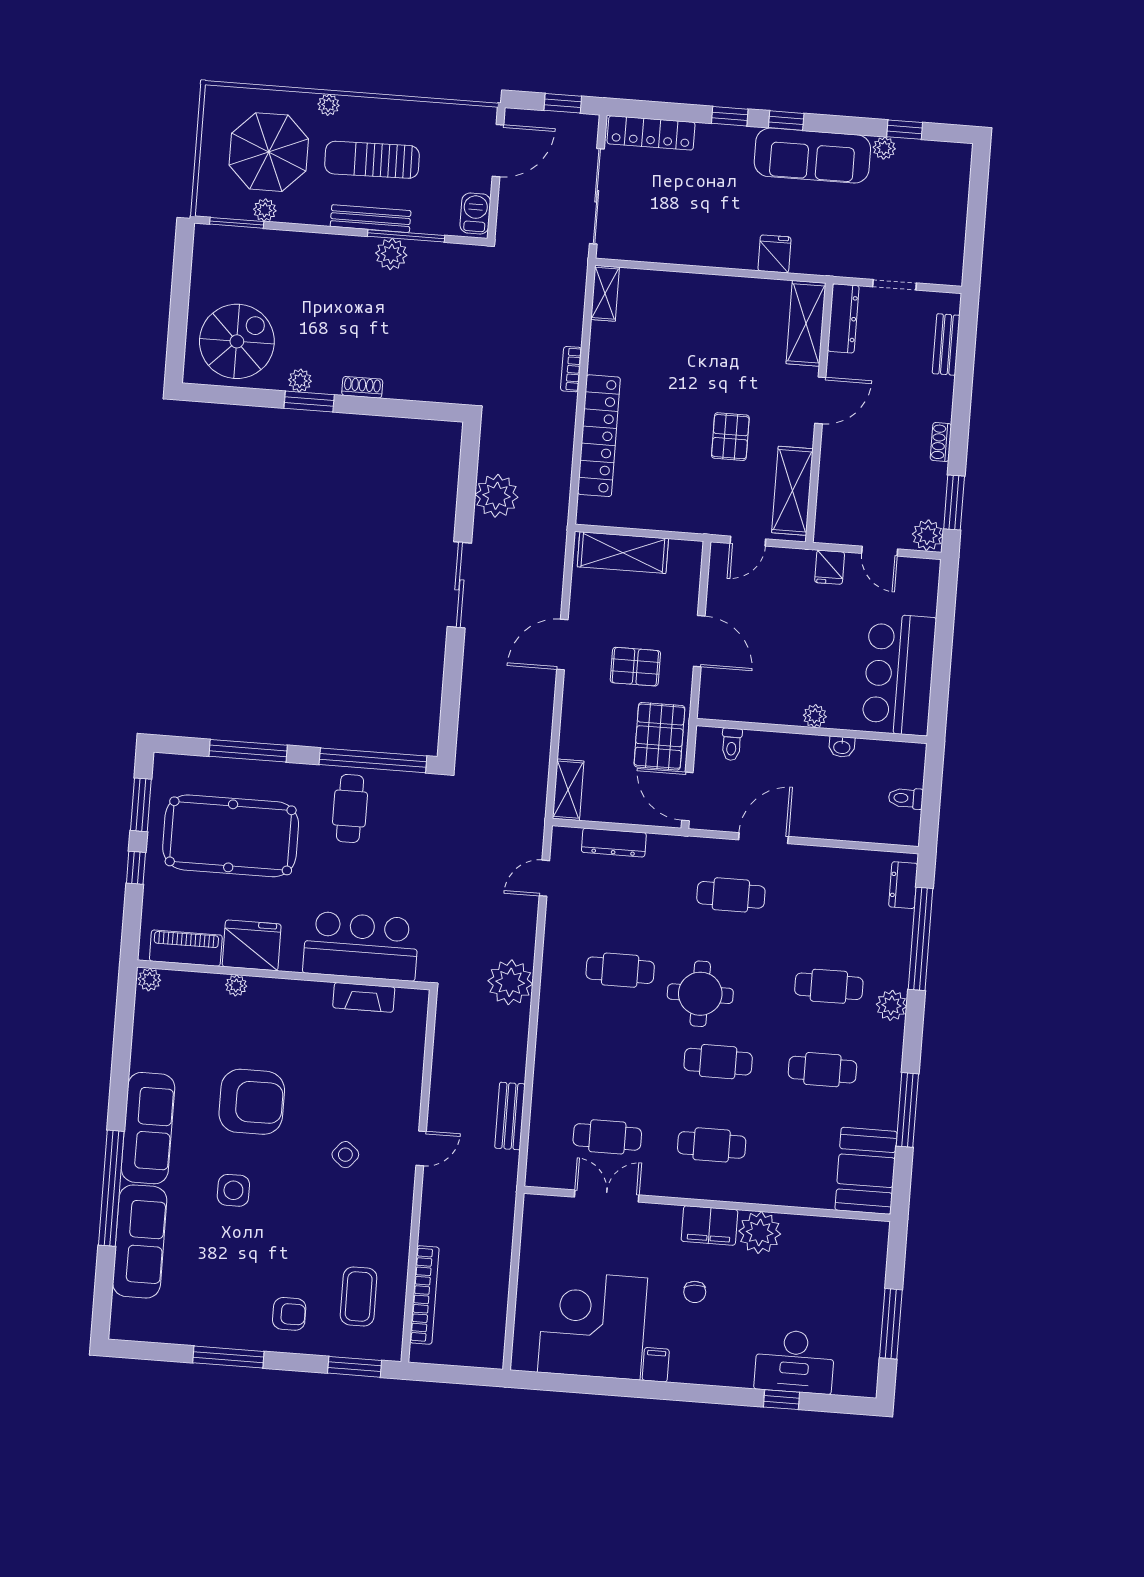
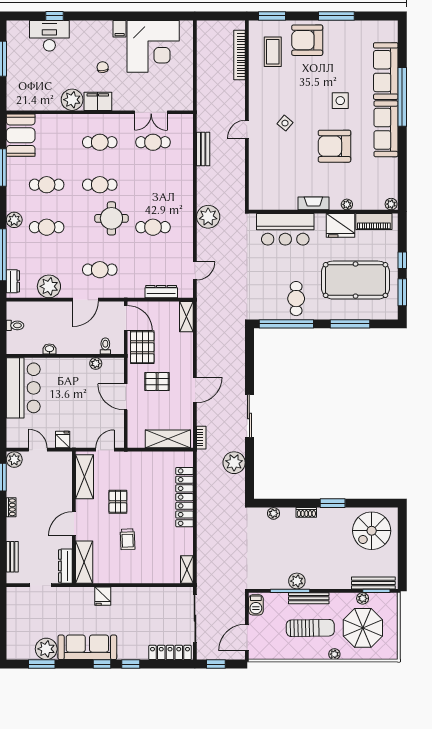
window: (905, 130) -> (42, 664), width x1.50
plant: (884, 148) -> (46, 649), width x1.87, depth x1.87
bench: (241, 239) -> (373, 583), added
trolley: (717, 362) -> (128, 539), added
bookcase: (571, 369) -> (201, 438), moved
plant: (300, 380) -> (273, 513), moved
plant: (815, 716) -> (96, 364), moved
plant: (833, 870) -> (49, 286), added
fireplace: (364, 997) -> (313, 203), moved
armchair: (289, 1314) -> (307, 40), width x1.88, depth x1.88

